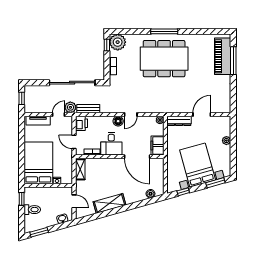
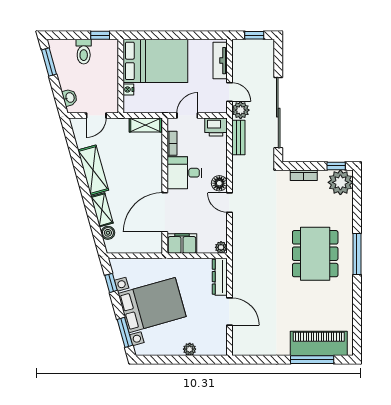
dining table: (164, 59) -> (315, 254), width x0.73, depth x0.80
shelving: (135, 198) -> (102, 210), added

